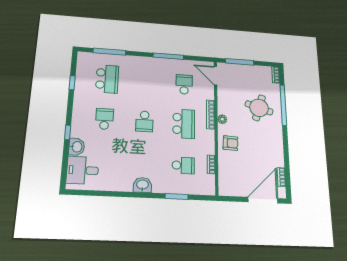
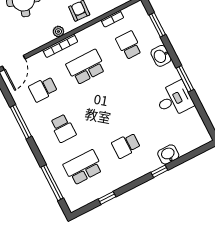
school desk: (144, 121) -> (63, 128), moved, turned 90
desk: (83, 170) -> (174, 99), moved, turned -90
washbasin: (142, 185) -> (161, 56), moved
window: (131, 195) -> (185, 79), added
window: (177, 197) -> (157, 25), moved

